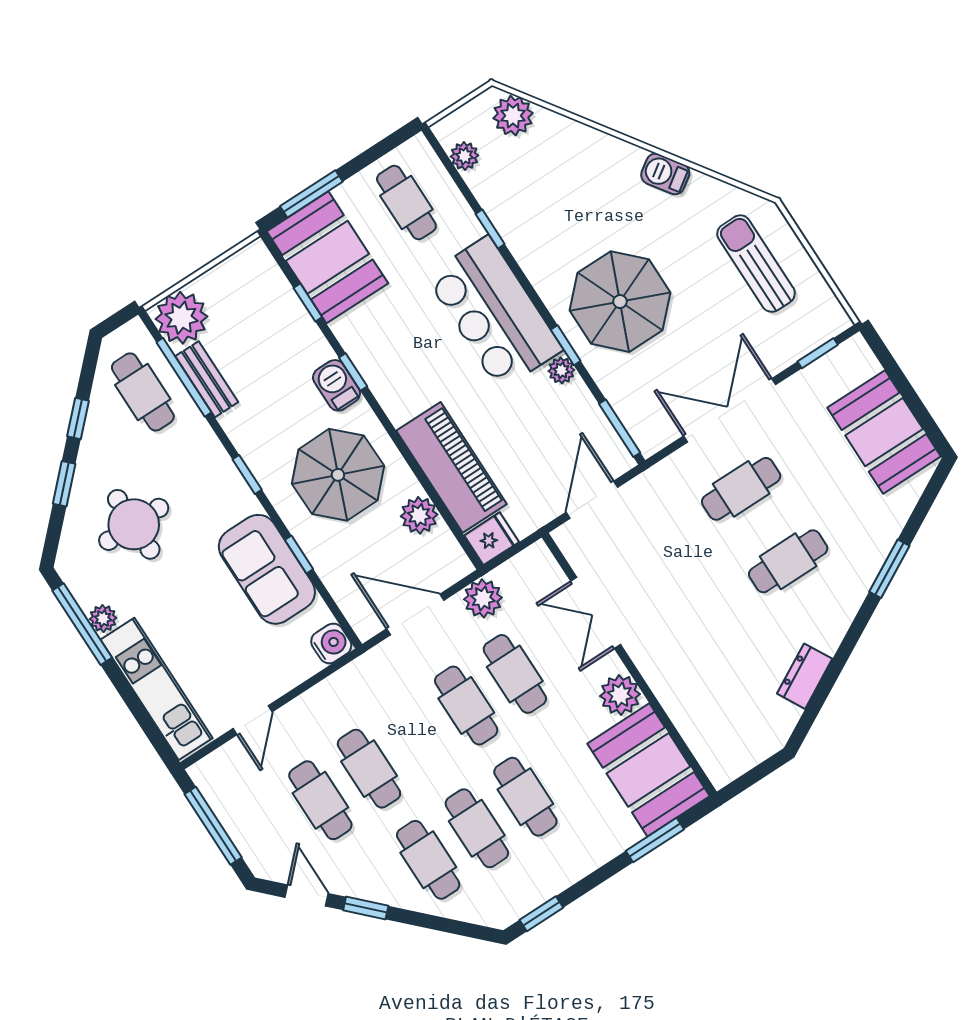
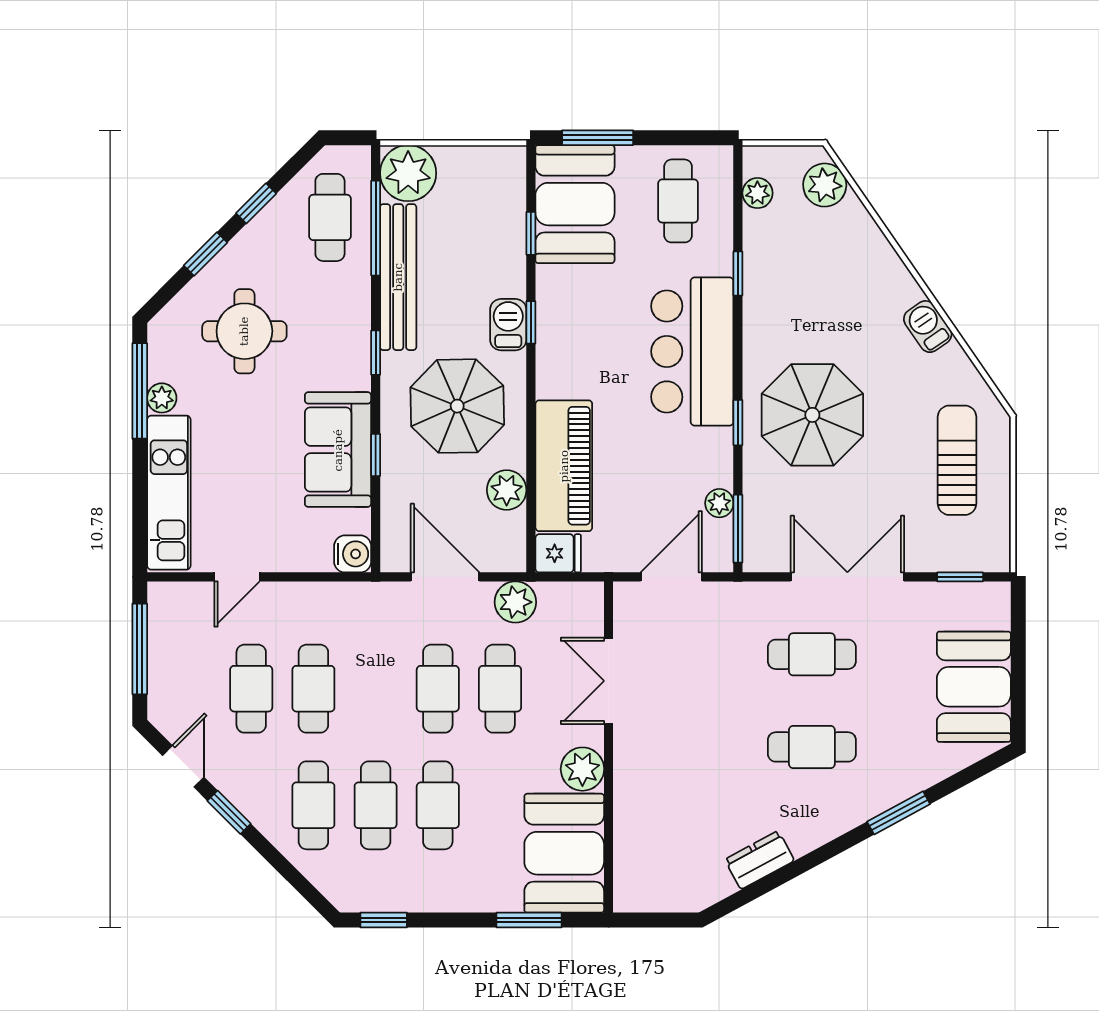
plant: (561, 370) -> (719, 503), moved
bench: (207, 379) -> (398, 277), width x1.86, depth x1.21

